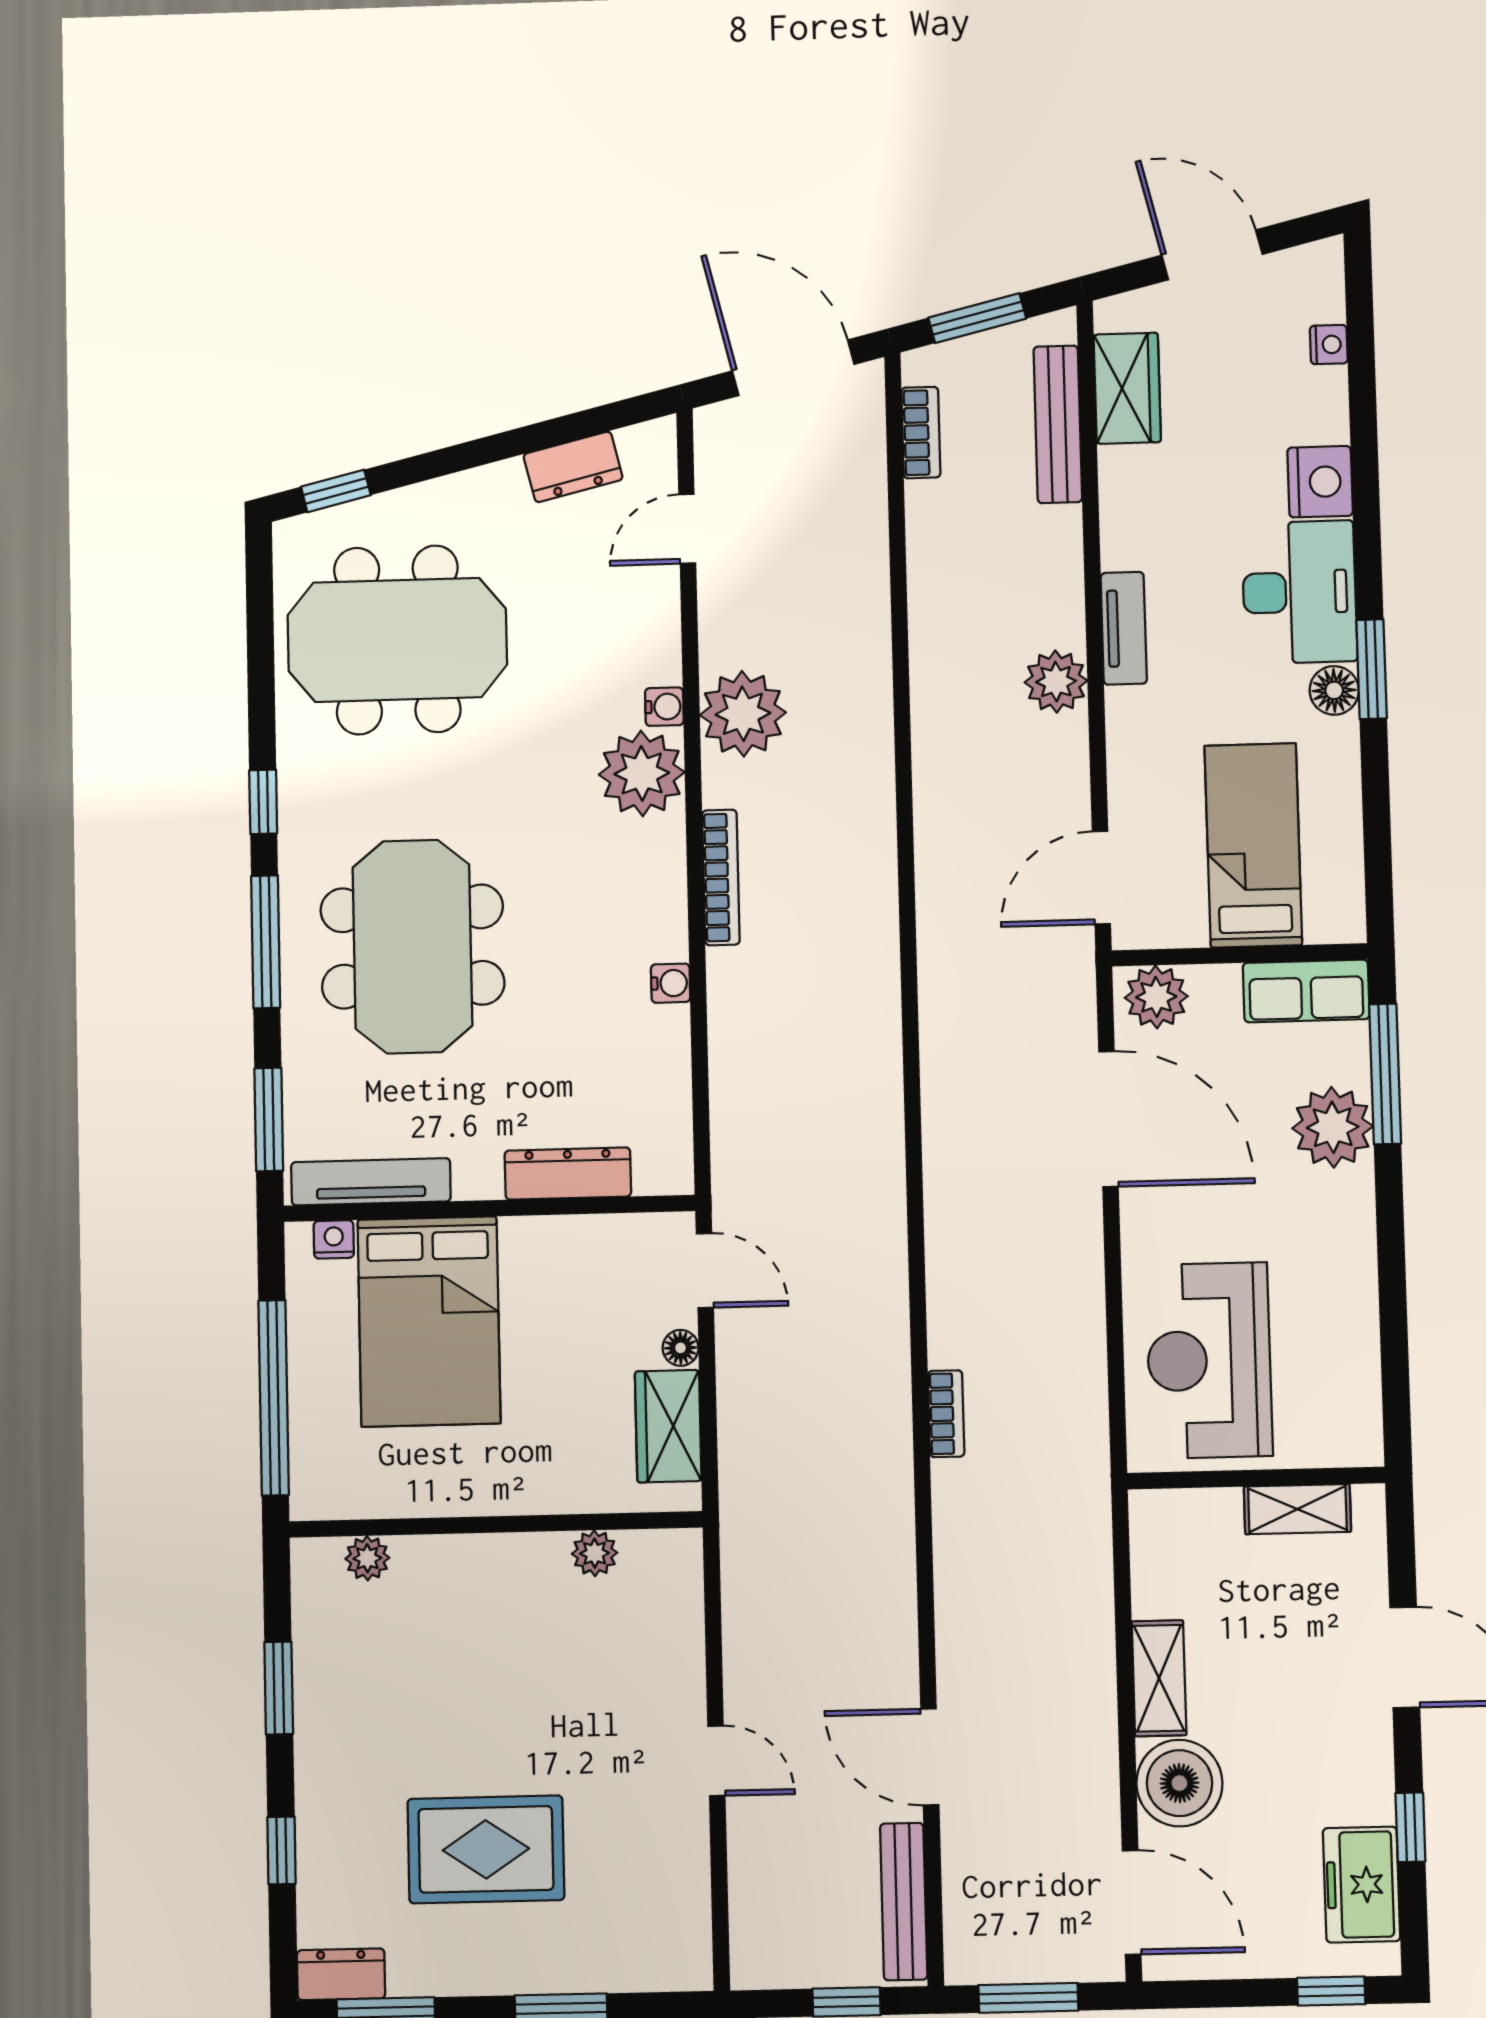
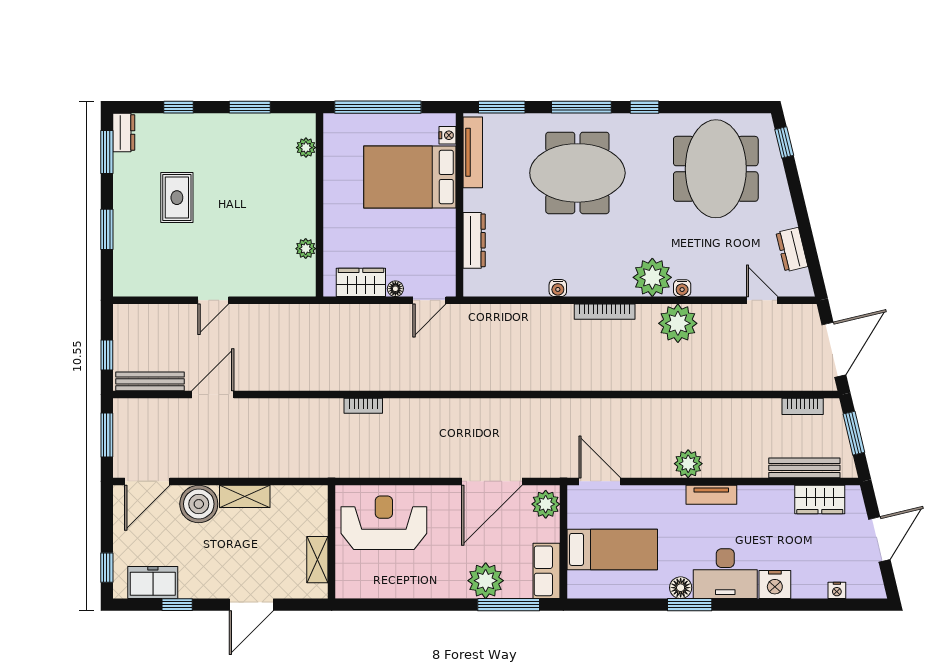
rug: (486, 1849) -> (177, 198), width x0.73, depth x0.70

